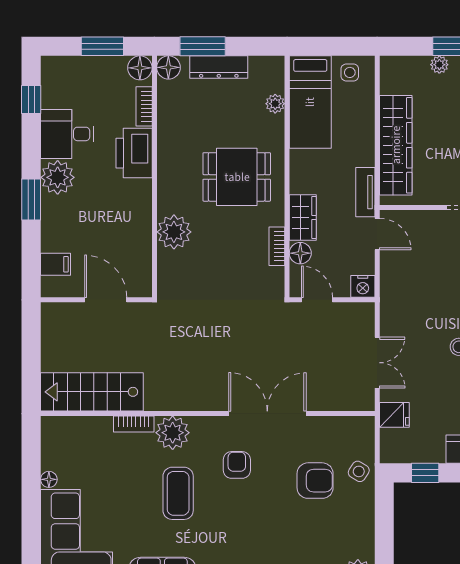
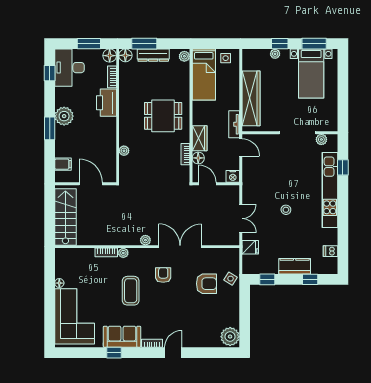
plant: (275, 104) -> (184, 56), moved
desk: (67, 134) -> (69, 68), moved, width x1.37
plant: (174, 232) -> (124, 151), width x0.53, depth x0.53
stairs: (92, 392) -> (65, 217), moved, turned 90
plant: (205, 402) -> (145, 240), added
plant: (173, 433) -> (123, 253), width x0.53, depth x0.53

